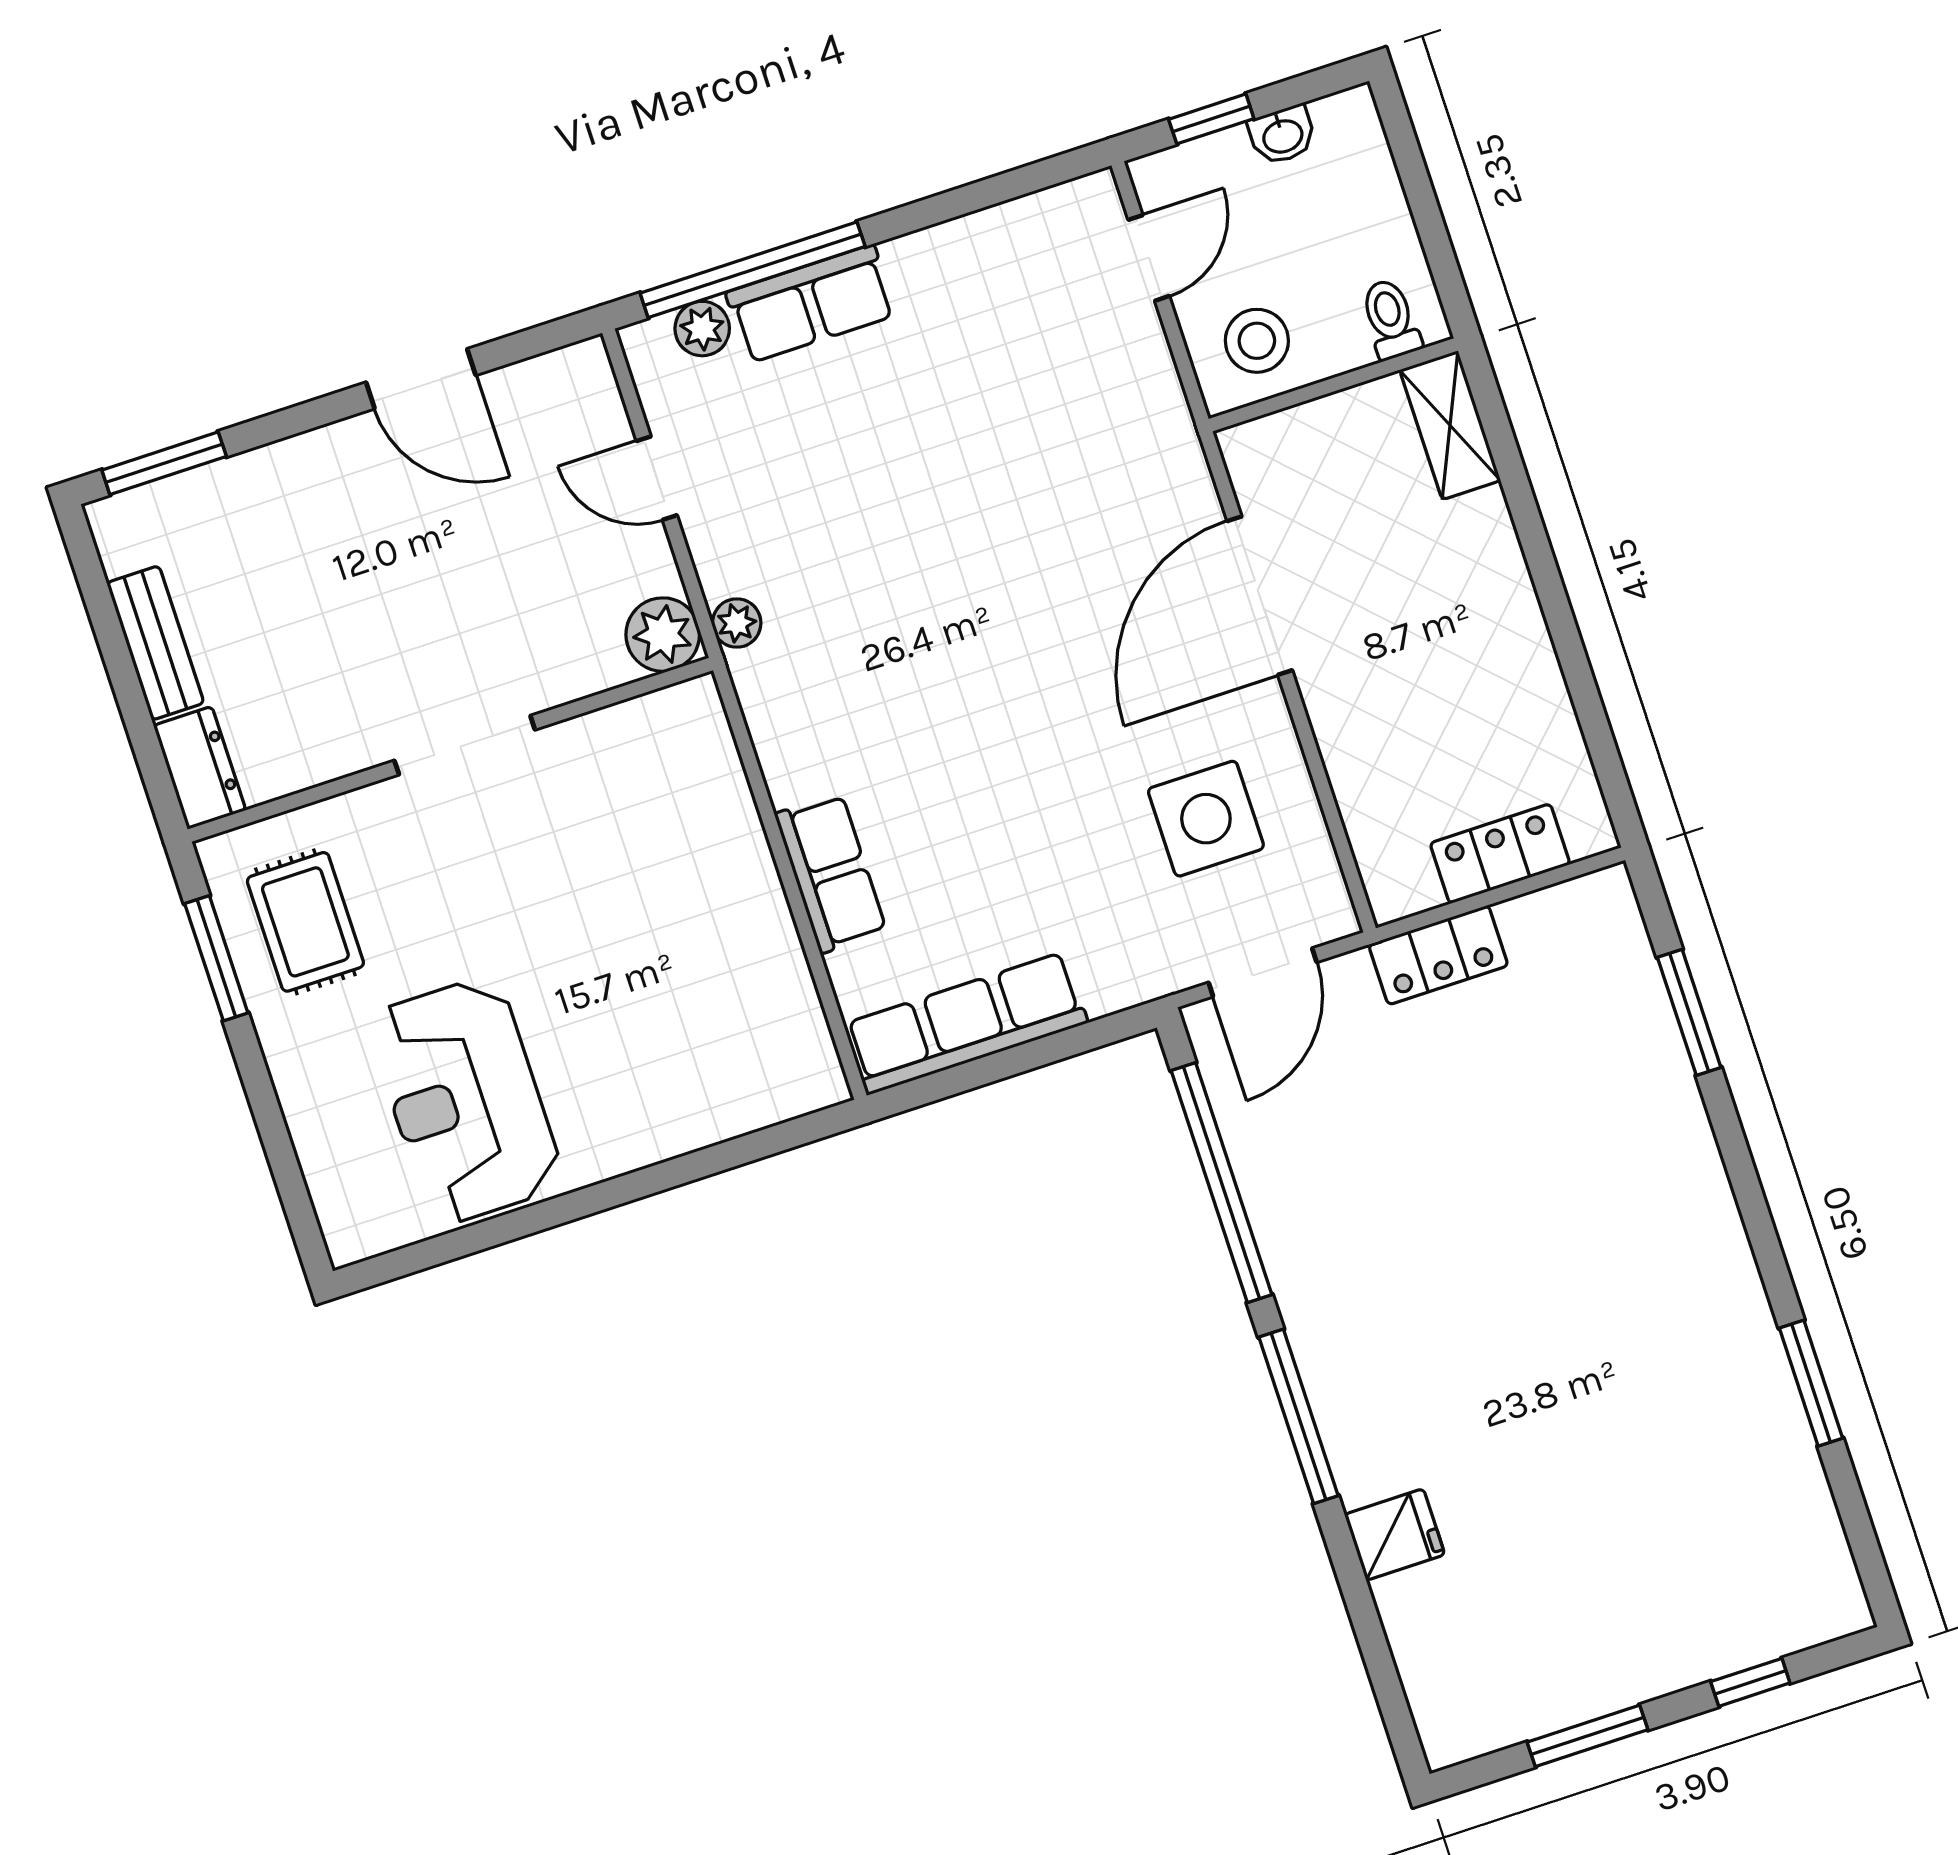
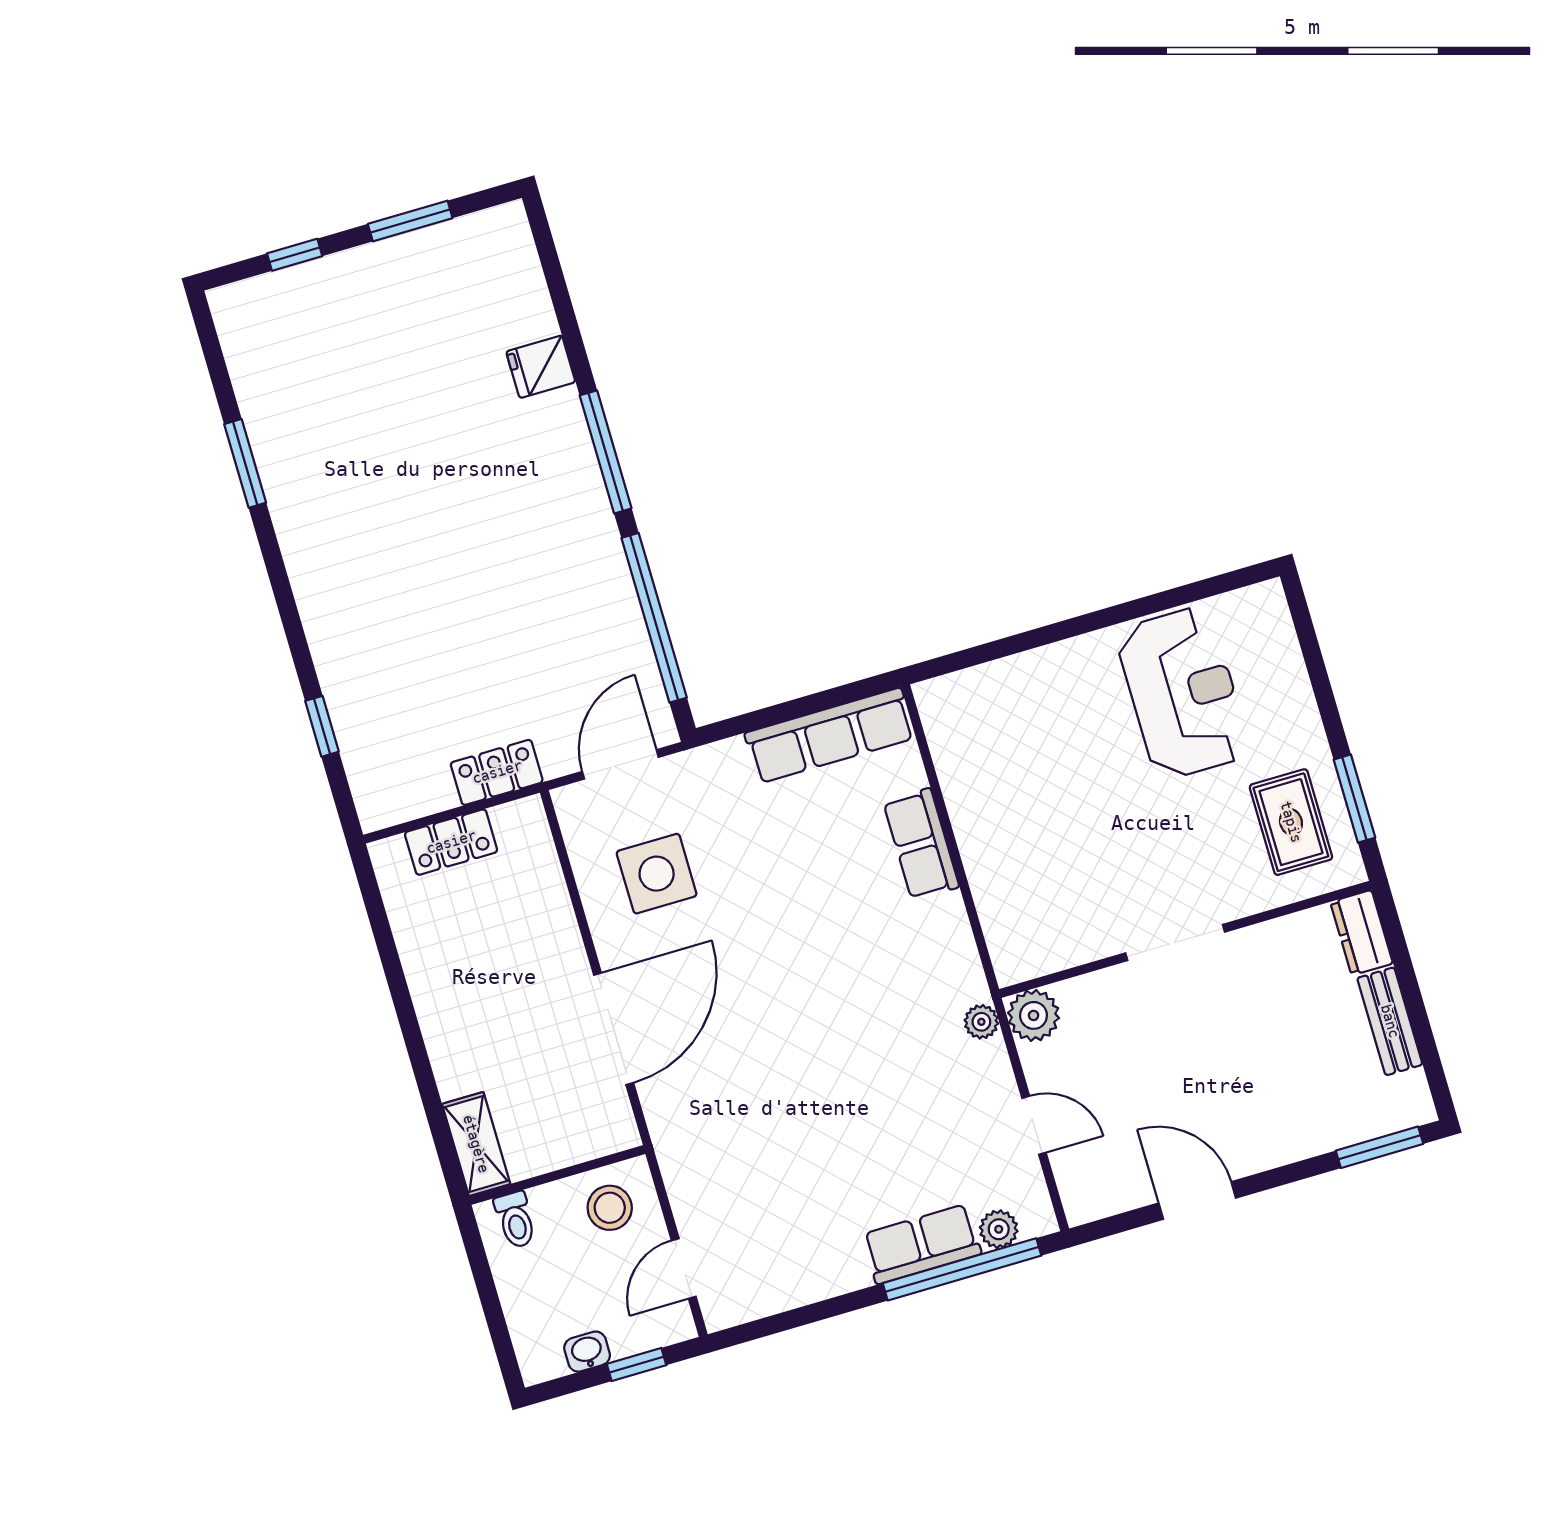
window: (1689, 1012) -> (322, 726), width x0.67

